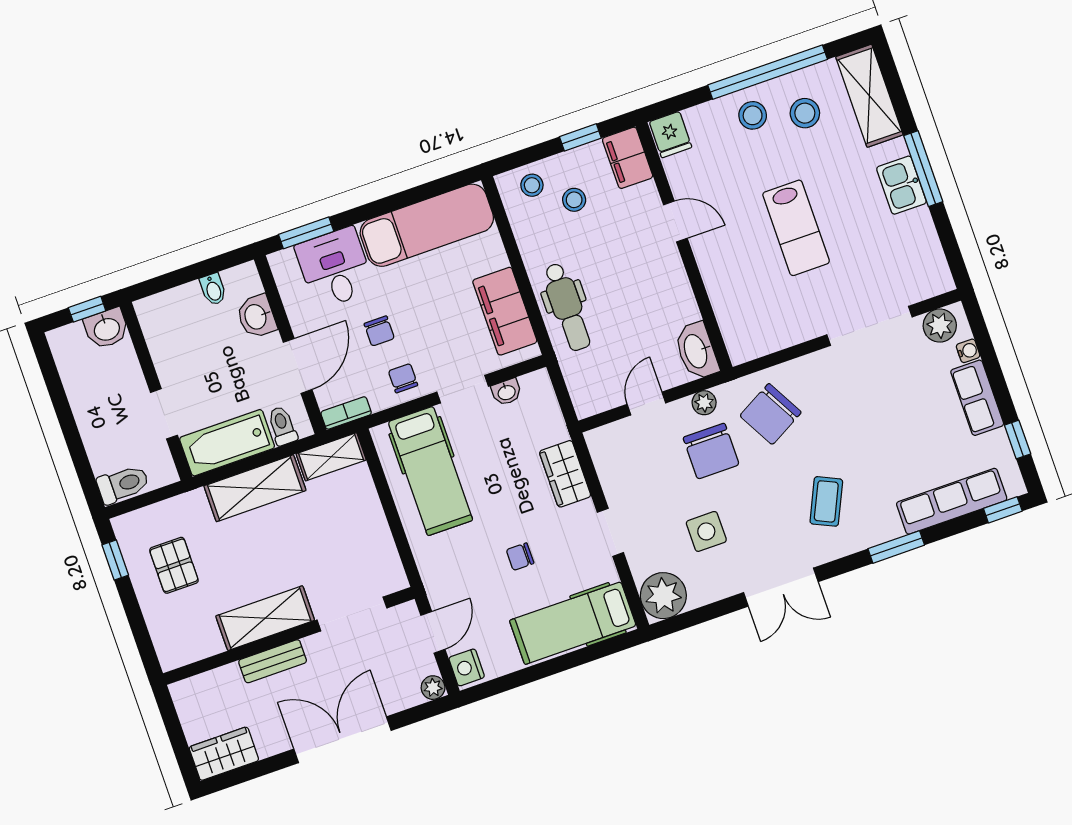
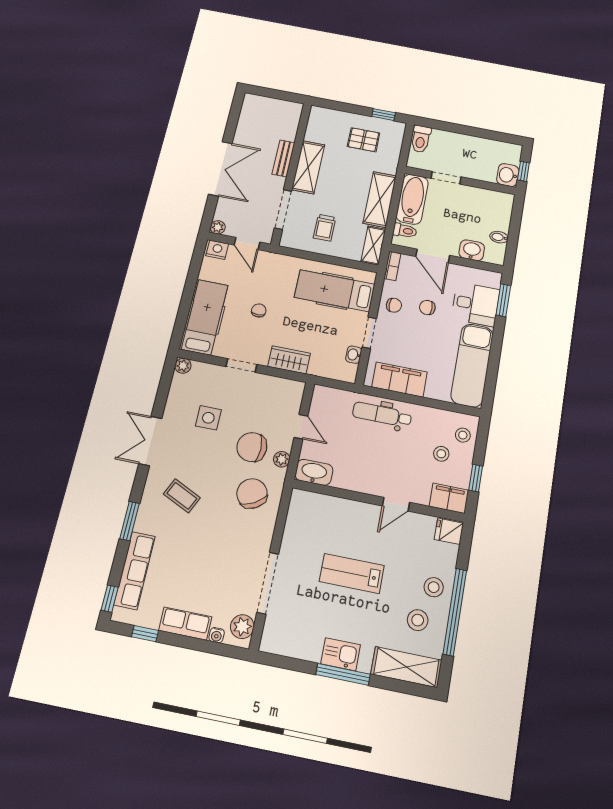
trolley: (345, 540) -> (325, 228), added
plant: (663, 596) -> (183, 366), width x0.53, depth x0.53
wardrobe: (224, 754) -> (251, 110), removed

